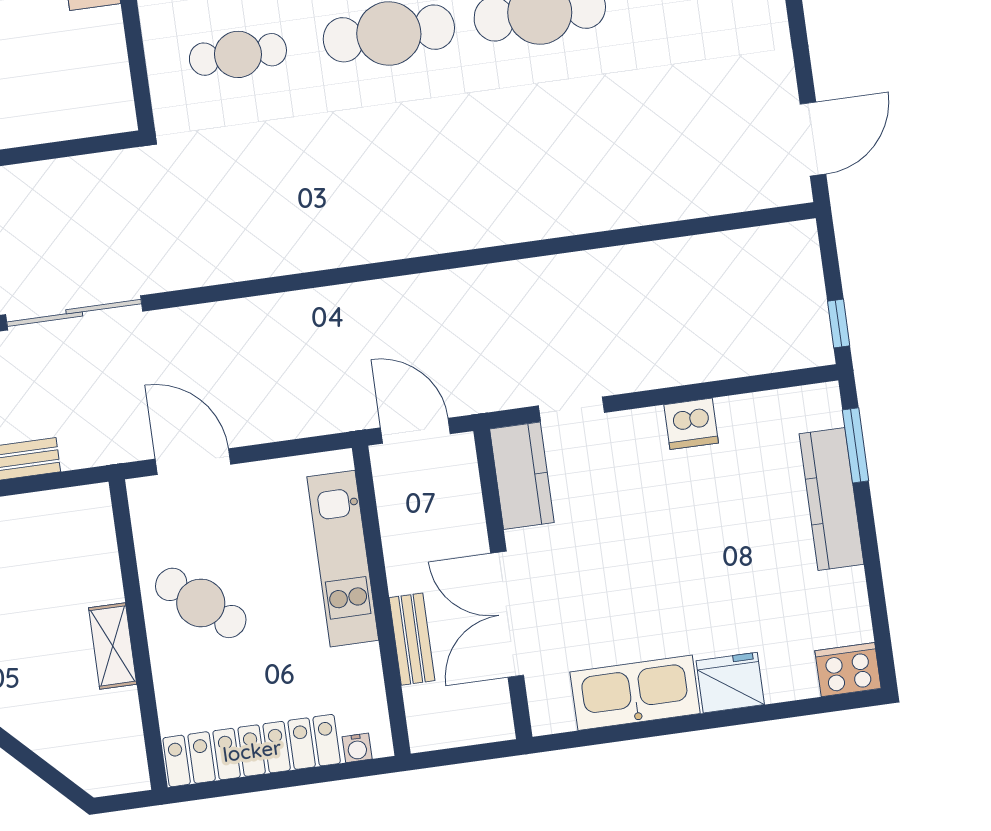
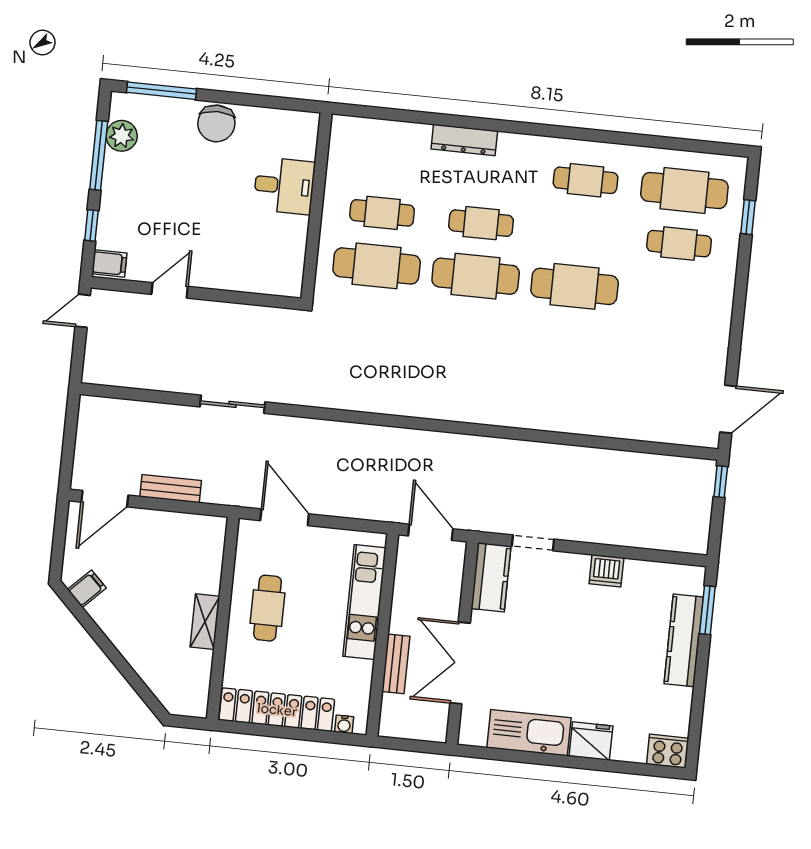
cafe table: (238, 54) -> (377, 266), width x1.37, depth x1.35
sliding door: (74, 313) -> (232, 404), width x0.73
window: (839, 324) -> (721, 482), moved
cafe table: (201, 603) -> (268, 608), turned 50

